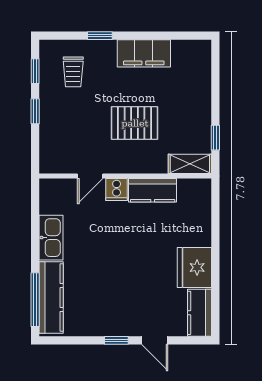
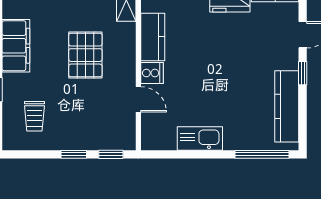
window: (35, 71) -> (111, 154), moved
trolley: (73, 72) -> (34, 116), turned 90
kitchen counter: (51, 298) -> (287, 106), moved, turned -90

